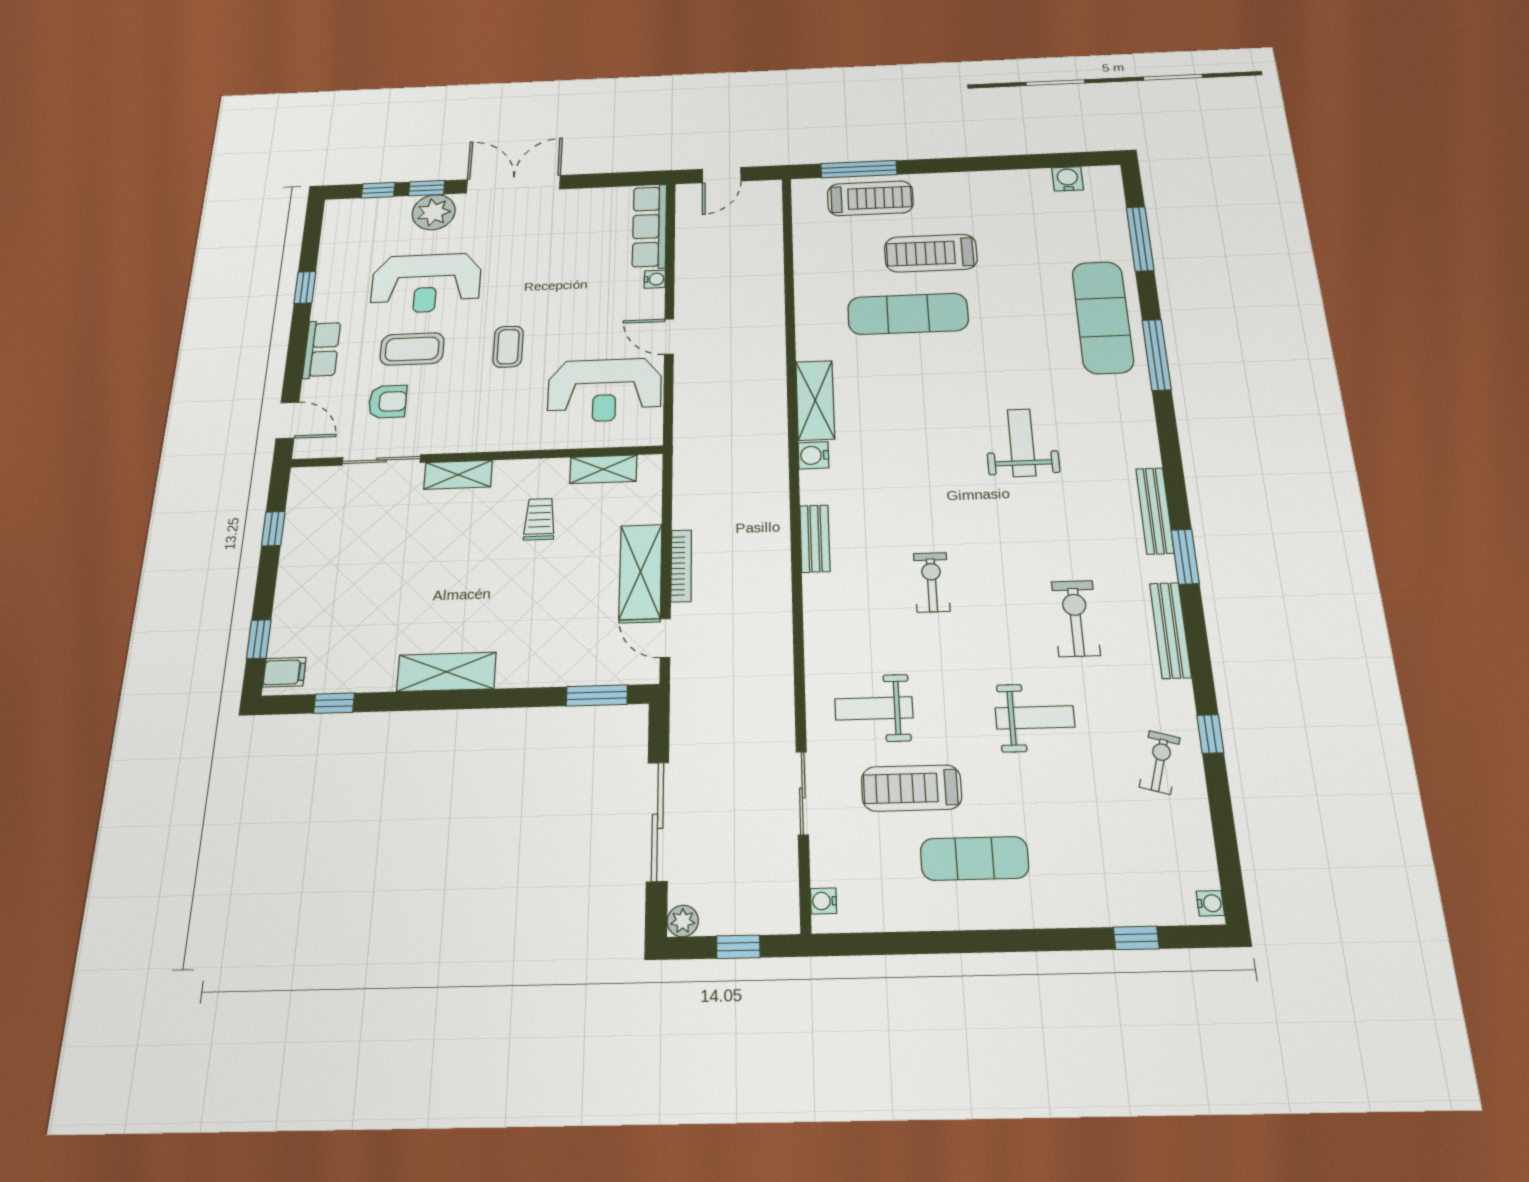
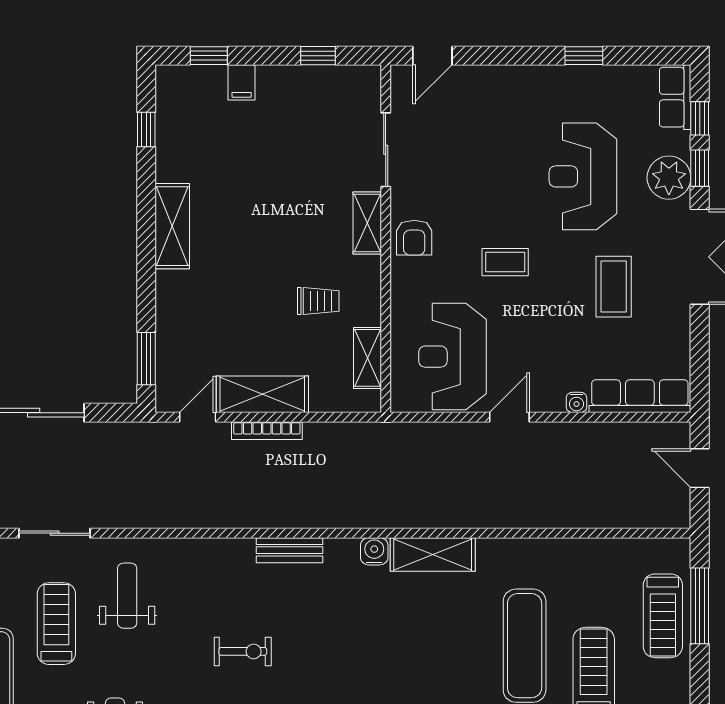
row of seats: (322, 349) -> (675, 97), moved, turned 90
coffee table: (412, 349) -> (614, 287), moved
armchair: (388, 402) -> (414, 238), moved
filing cabinet: (284, 672) -> (242, 82), moved

